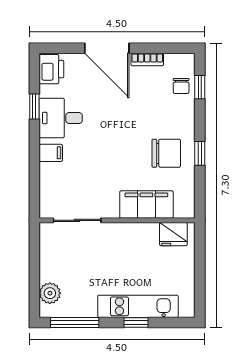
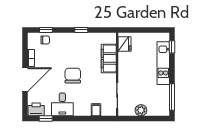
window: (34, 107) -> (46, 119), moved
filing cabinet: (51, 153) -> (96, 110), moved
chair: (166, 153) -> (73, 76), moved
plant: (50, 293) -> (141, 110), moved
window: (136, 323) -> (172, 47), moved

